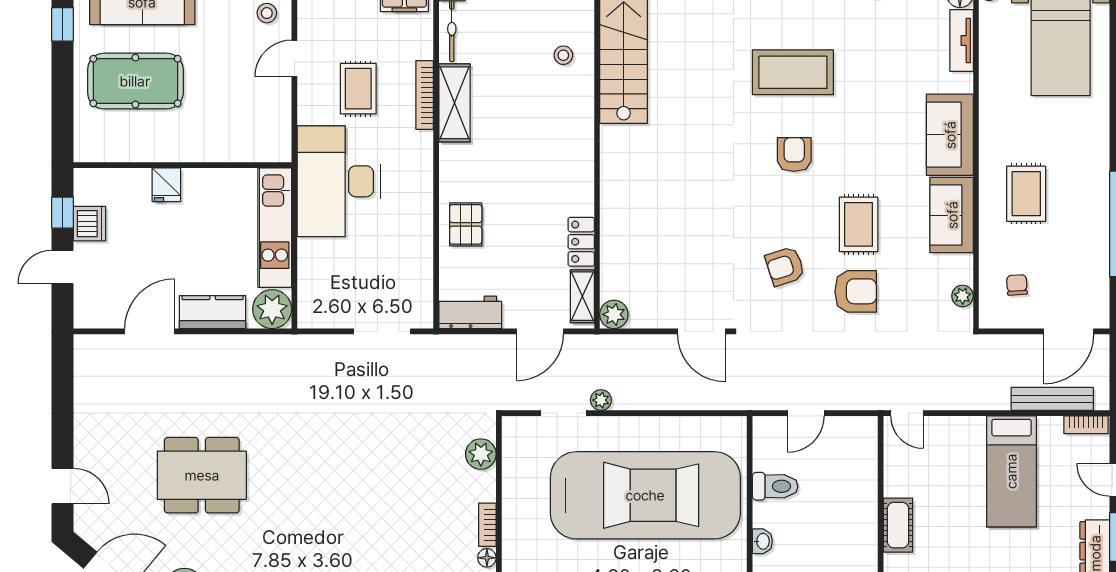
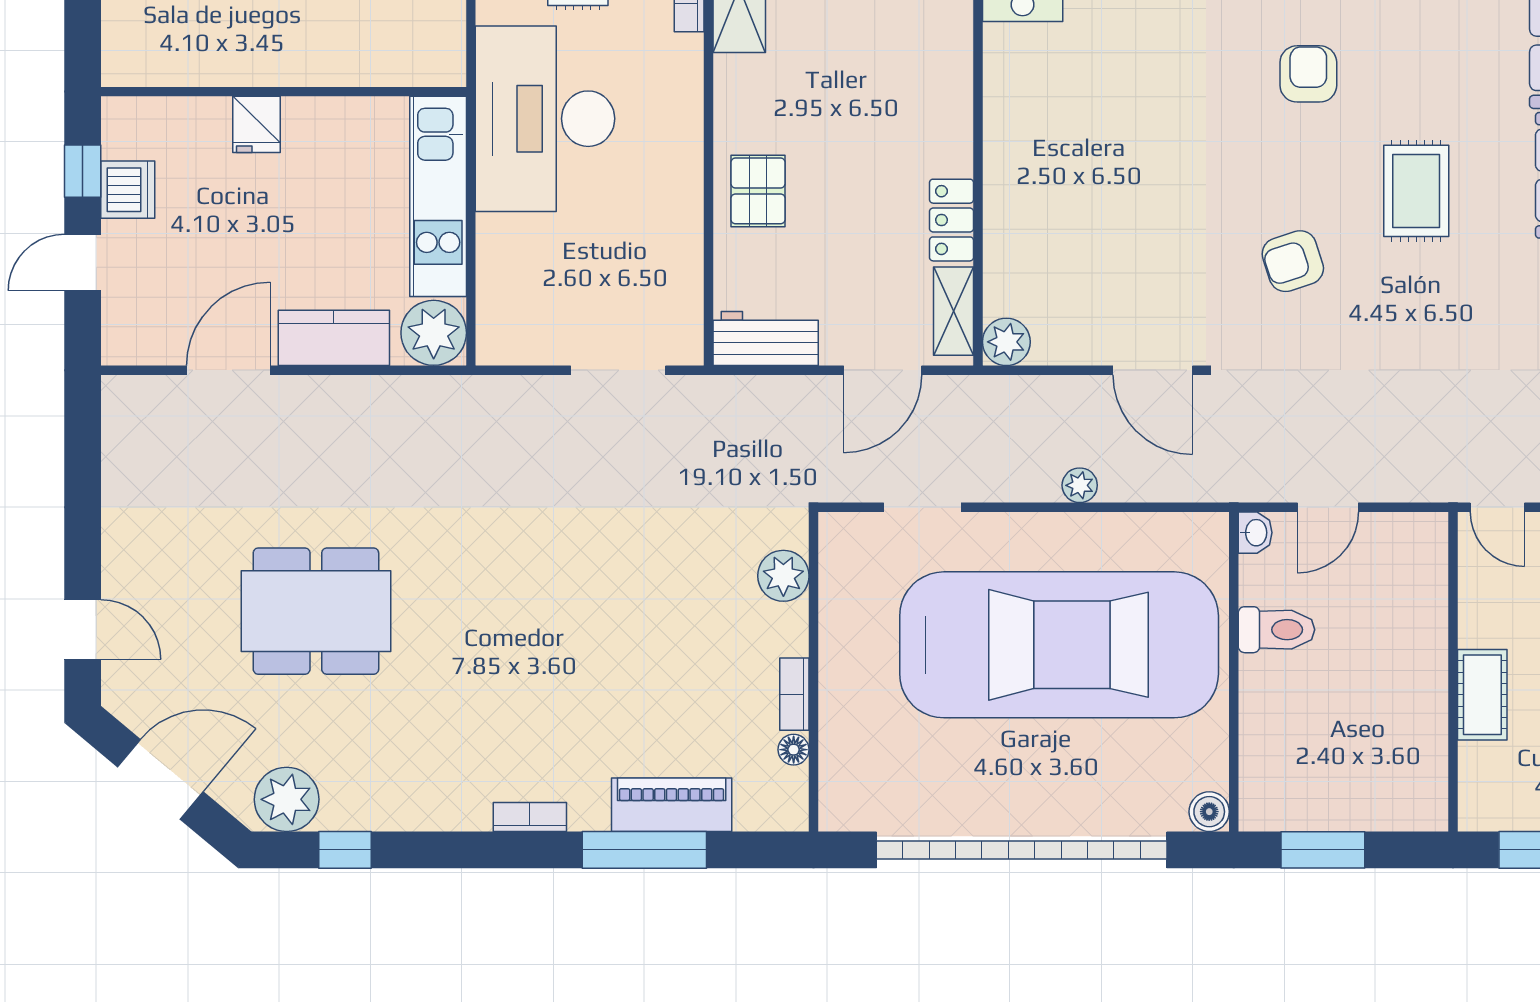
armchair: (856, 291) -> (1411, 303), removed
plant: (601, 400) -> (1080, 485), moved
washbasin: (762, 541) -> (1255, 533), moved

